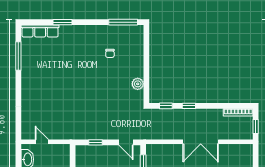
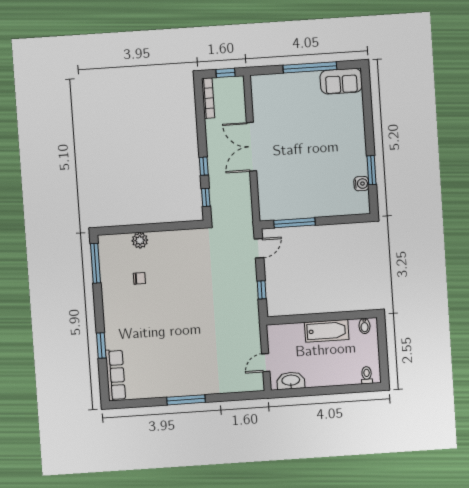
window: (18, 56) -> (186, 400), moved
plant: (138, 84) -> (140, 240), moved
double door: (201, 142) -> (251, 147), swing flipped

